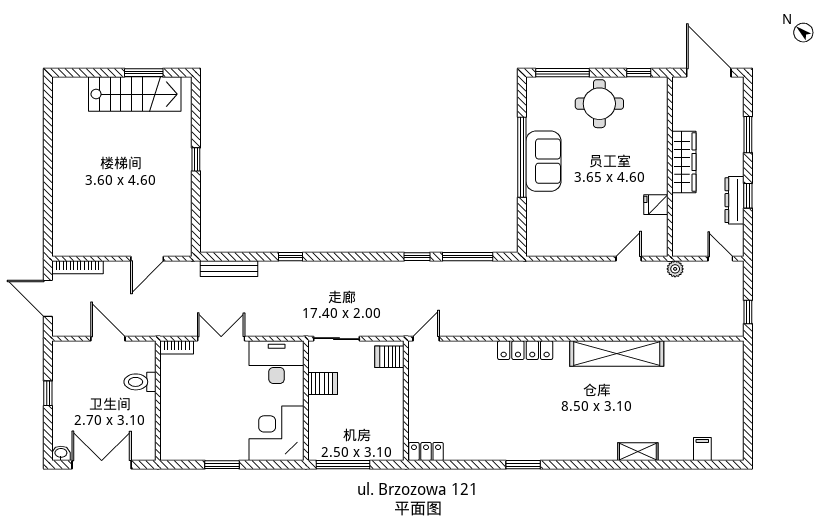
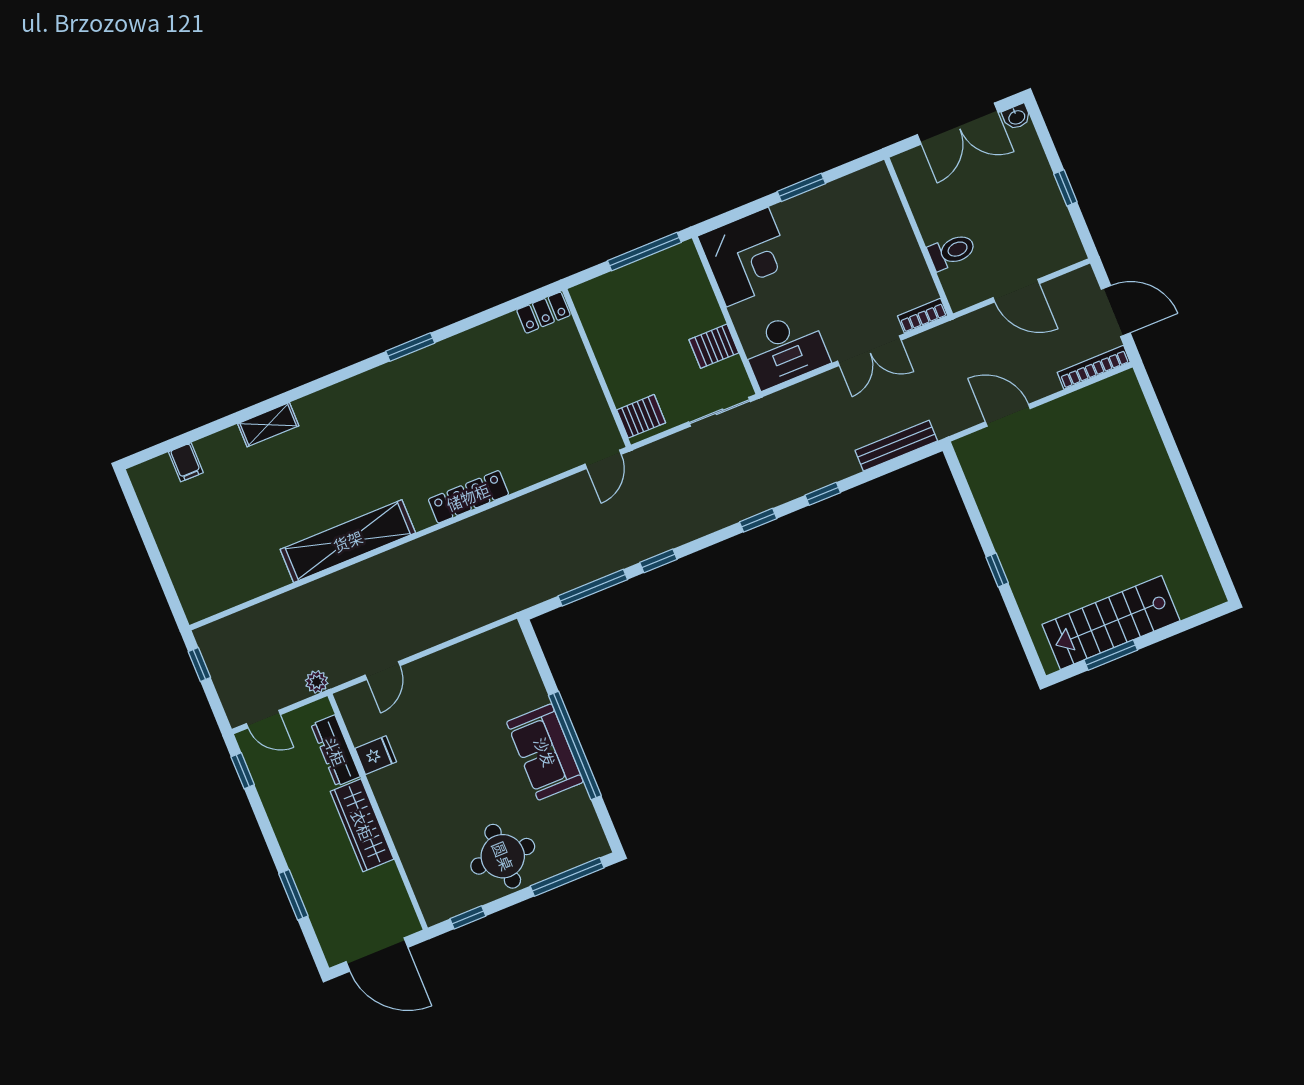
window: (748, 196) -> (243, 771), moved
dresser: (735, 200) -> (335, 751), moved, turned 180
window: (340, 257) -> (758, 520), added
door: (147, 259) -> (1008, 415), hinge flipped

